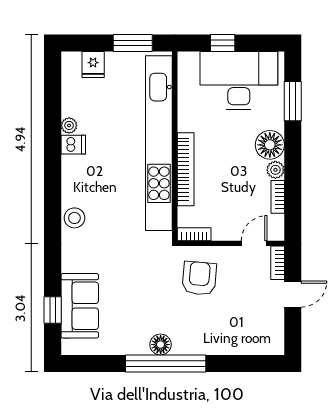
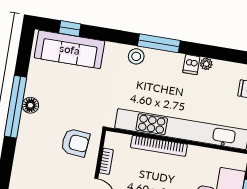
window: (53, 191) -> (159, 43), added
bookcase: (194, 234) -> (106, 161), moved
sofa: (80, 306) -> (70, 49), width x1.36

